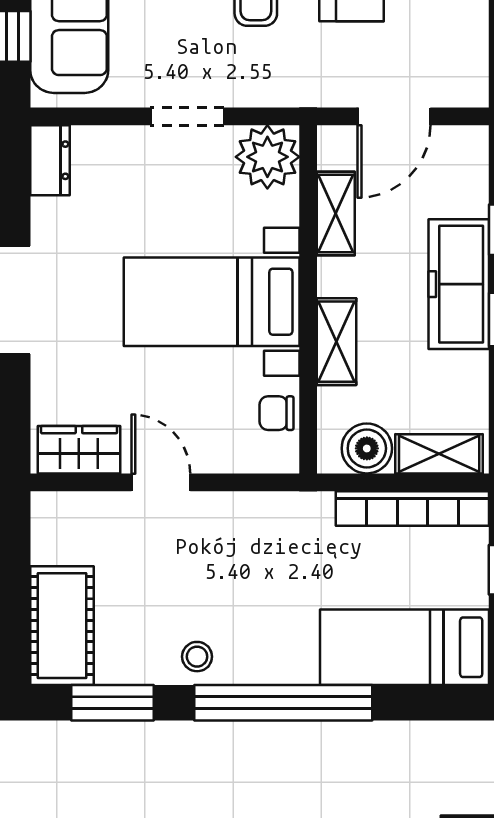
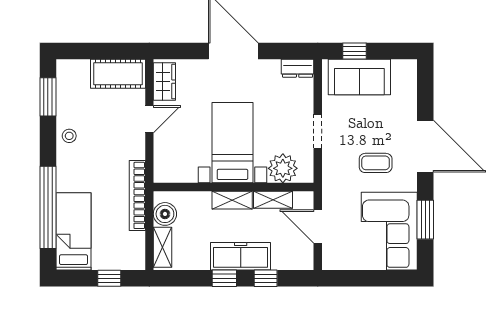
plant: (267, 157) -> (283, 168), moved
shelving: (336, 342) -> (232, 200), moved
chair: (277, 413) -> (181, 172), removed
bookcase: (412, 509) -> (137, 195), moved
cot: (62, 626) -> (118, 74), moved
window: (283, 703) -> (48, 207), moved

